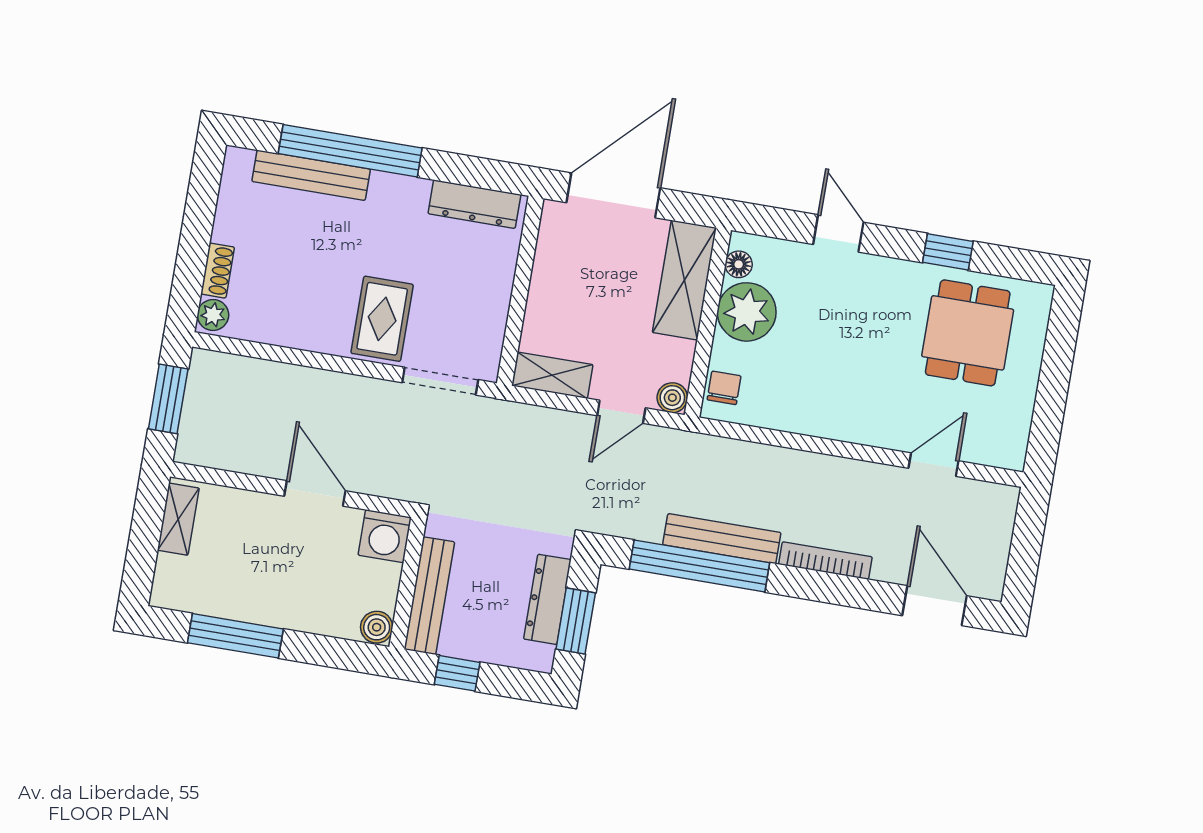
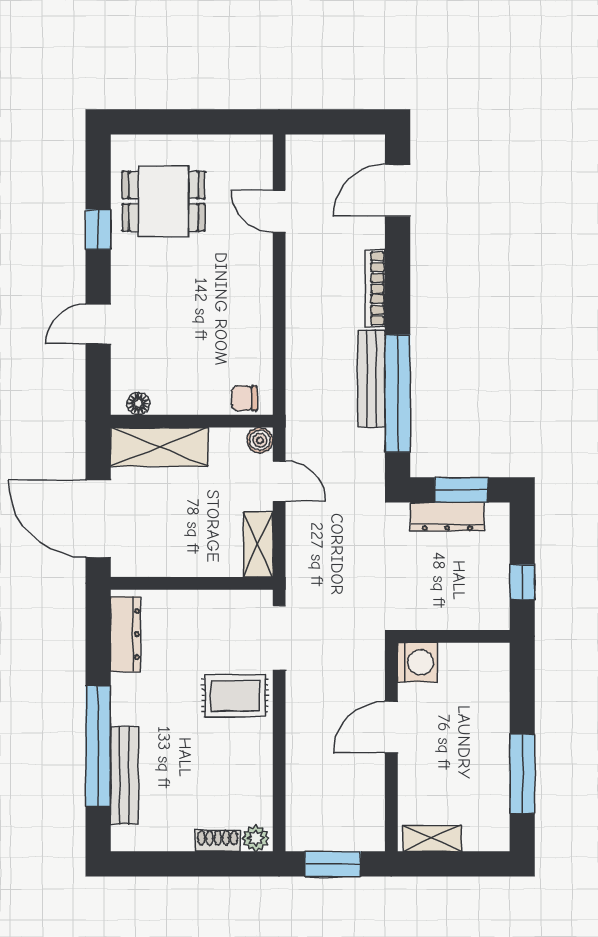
plant: (747, 312) -> (177, 390), removed
bench: (429, 596) -> (461, 616), removed
boiler: (377, 627) -> (495, 656), removed

